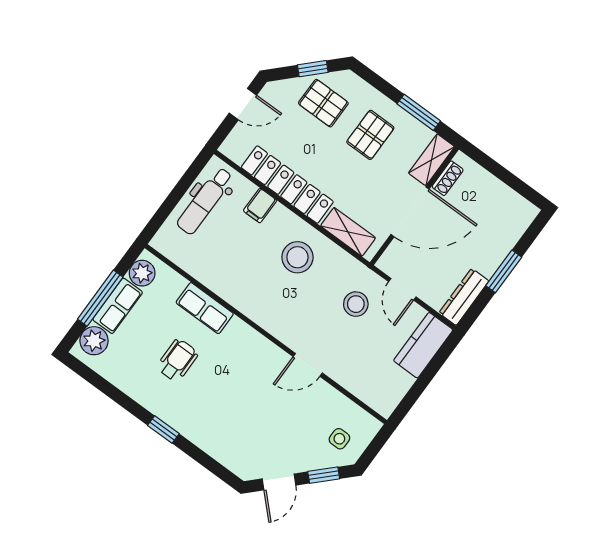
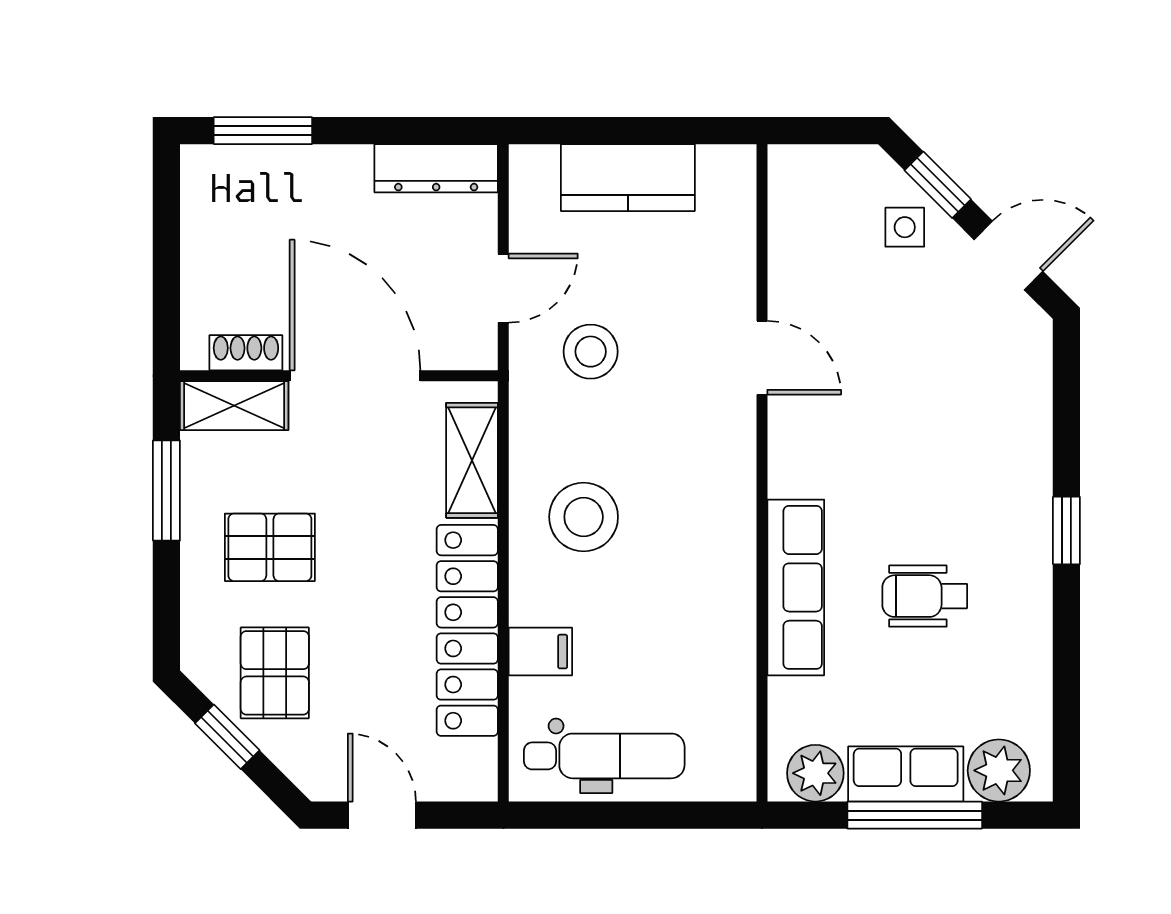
window: (504, 271) -> (263, 131), moved
row of seats: (205, 308) -> (796, 587), width x1.48
kitchen counter: (423, 345) -> (628, 178), moved
side table: (339, 439) -> (905, 227), moved

